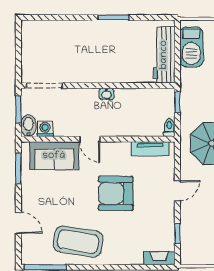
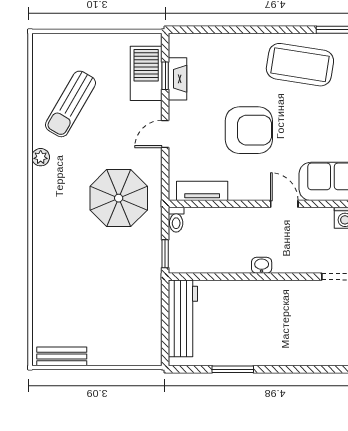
window: (113, 18) -> (233, 369), moved
barbecue: (191, 47) -> (146, 73), moved
fireplace: (159, 258) -> (177, 79), moved, turned -90

